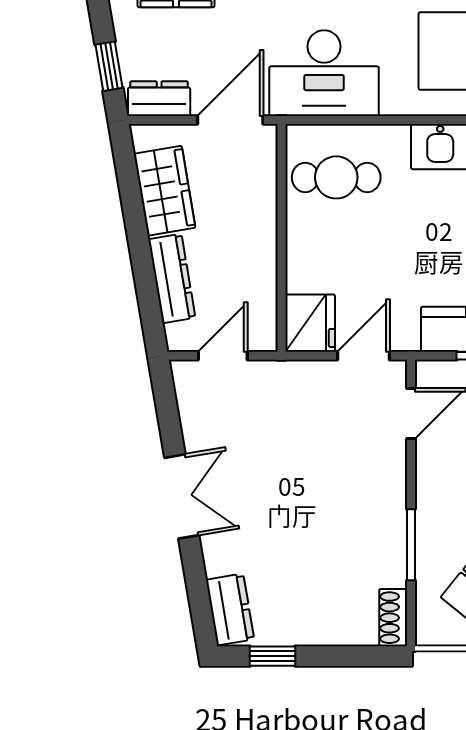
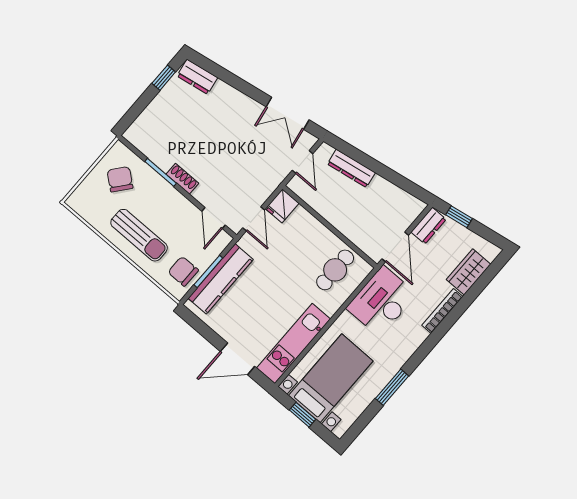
wardrobe: (165, 191) -> (389, 196), removed
fridge: (310, 323) -> (282, 206), width x0.72
double door: (182, 496) -> (288, 113), moved
shoe rack: (393, 618) -> (182, 179), moved

